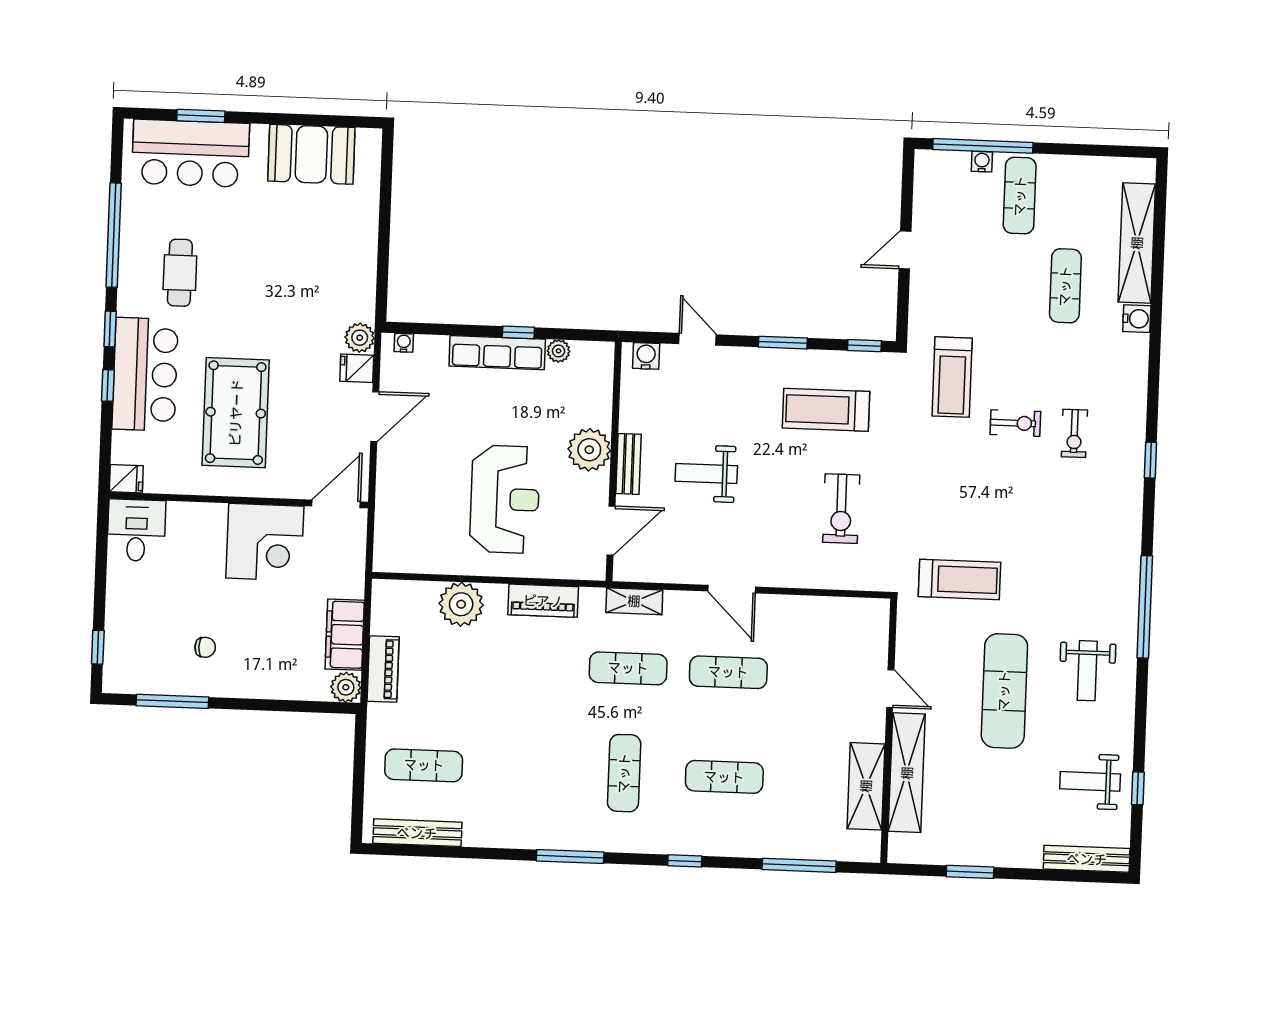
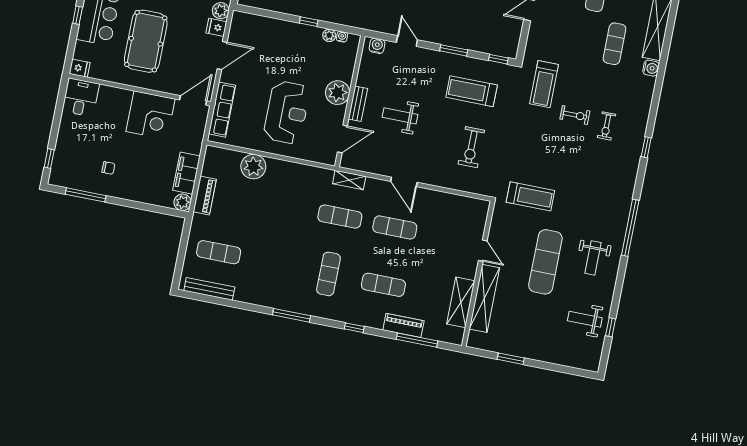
water cooler: (404, 343) -> (342, 37), moved
row of seats: (497, 353) -> (222, 110), moved, turned -90
piano: (543, 601) -> (403, 325), moved, turned 180
bench: (1087, 859) -> (576, 362), removed

